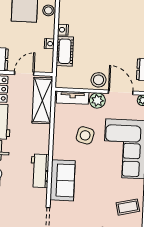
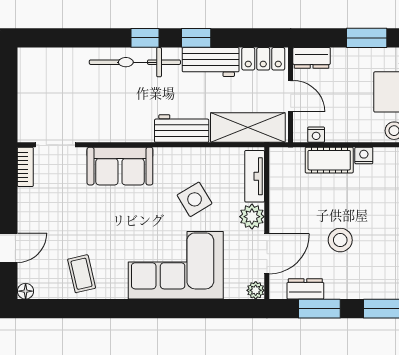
nightstand: (49, 44) -> (316, 135), moved
stool: (98, 80) -> (340, 240), moved
side table: (85, 135) -> (195, 199), turned 45
workbench: (40, 171) -> (182, 128), moved

